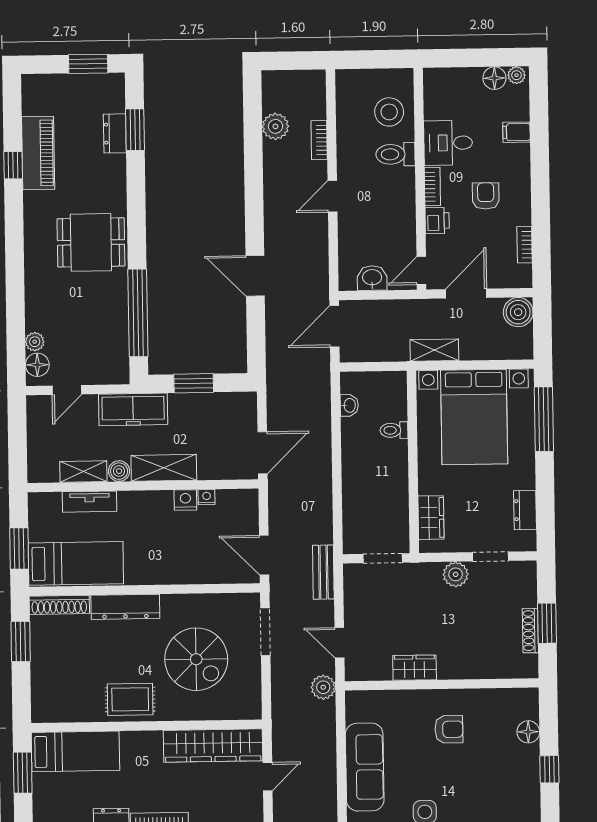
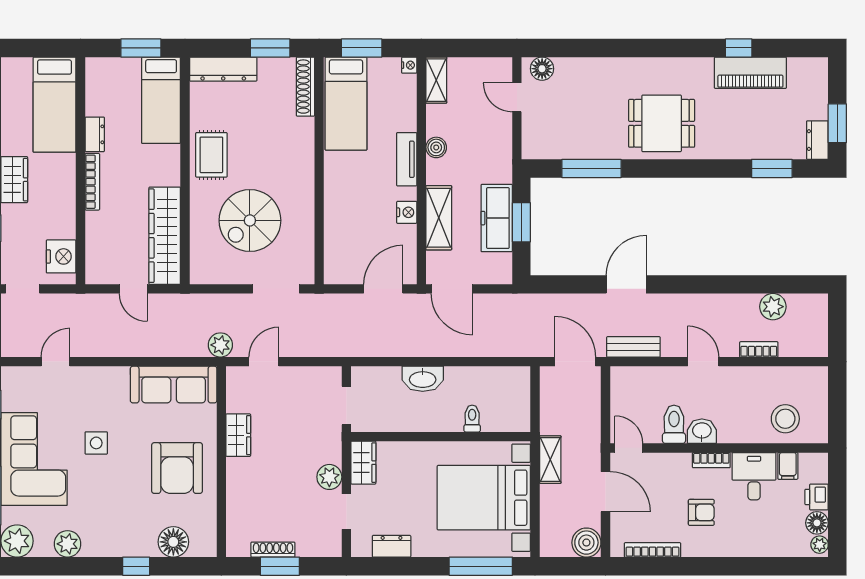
filing cabinet: (517, 132) -> (788, 466), moved, turned 180
dresser: (115, 133) -> (817, 140), moved, turned -90
toilet: (395, 154) -> (674, 424), moved
printer: (437, 221) -> (817, 497), moved, turned 90
dining table: (91, 242) -> (662, 123), turned 90
bookcase: (525, 245) -> (653, 550), width x1.56
washbasin: (372, 278) -> (702, 431), moved, turned -90
window: (138, 313) -> (591, 168), width x0.68
plant: (35, 342) -> (565, 66), removed
washbasin: (349, 405) -> (423, 379), moved, width x1.91, depth x1.45
freezer: (133, 409) -> (497, 218), moved
shelving: (164, 468) -> (439, 218), moved
shelving: (83, 472) -> (436, 80), moved
nightstand: (207, 497) -> (409, 65), moved
tv unit: (90, 502) -> (407, 159), moved
wardrobe: (431, 518) -> (363, 463), moved, turned -90
door: (264, 555) -> (383, 289), moved
bench: (323, 572) -> (633, 347), moved
dresser: (125, 607) -> (223, 69), moved, turned -90
armchair: (449, 729) -> (177, 468), width x1.88, depth x1.88
floor lamp: (528, 732) -> (173, 542), width x1.38, depth x1.38
sofa: (365, 767) -> (174, 385), moved

